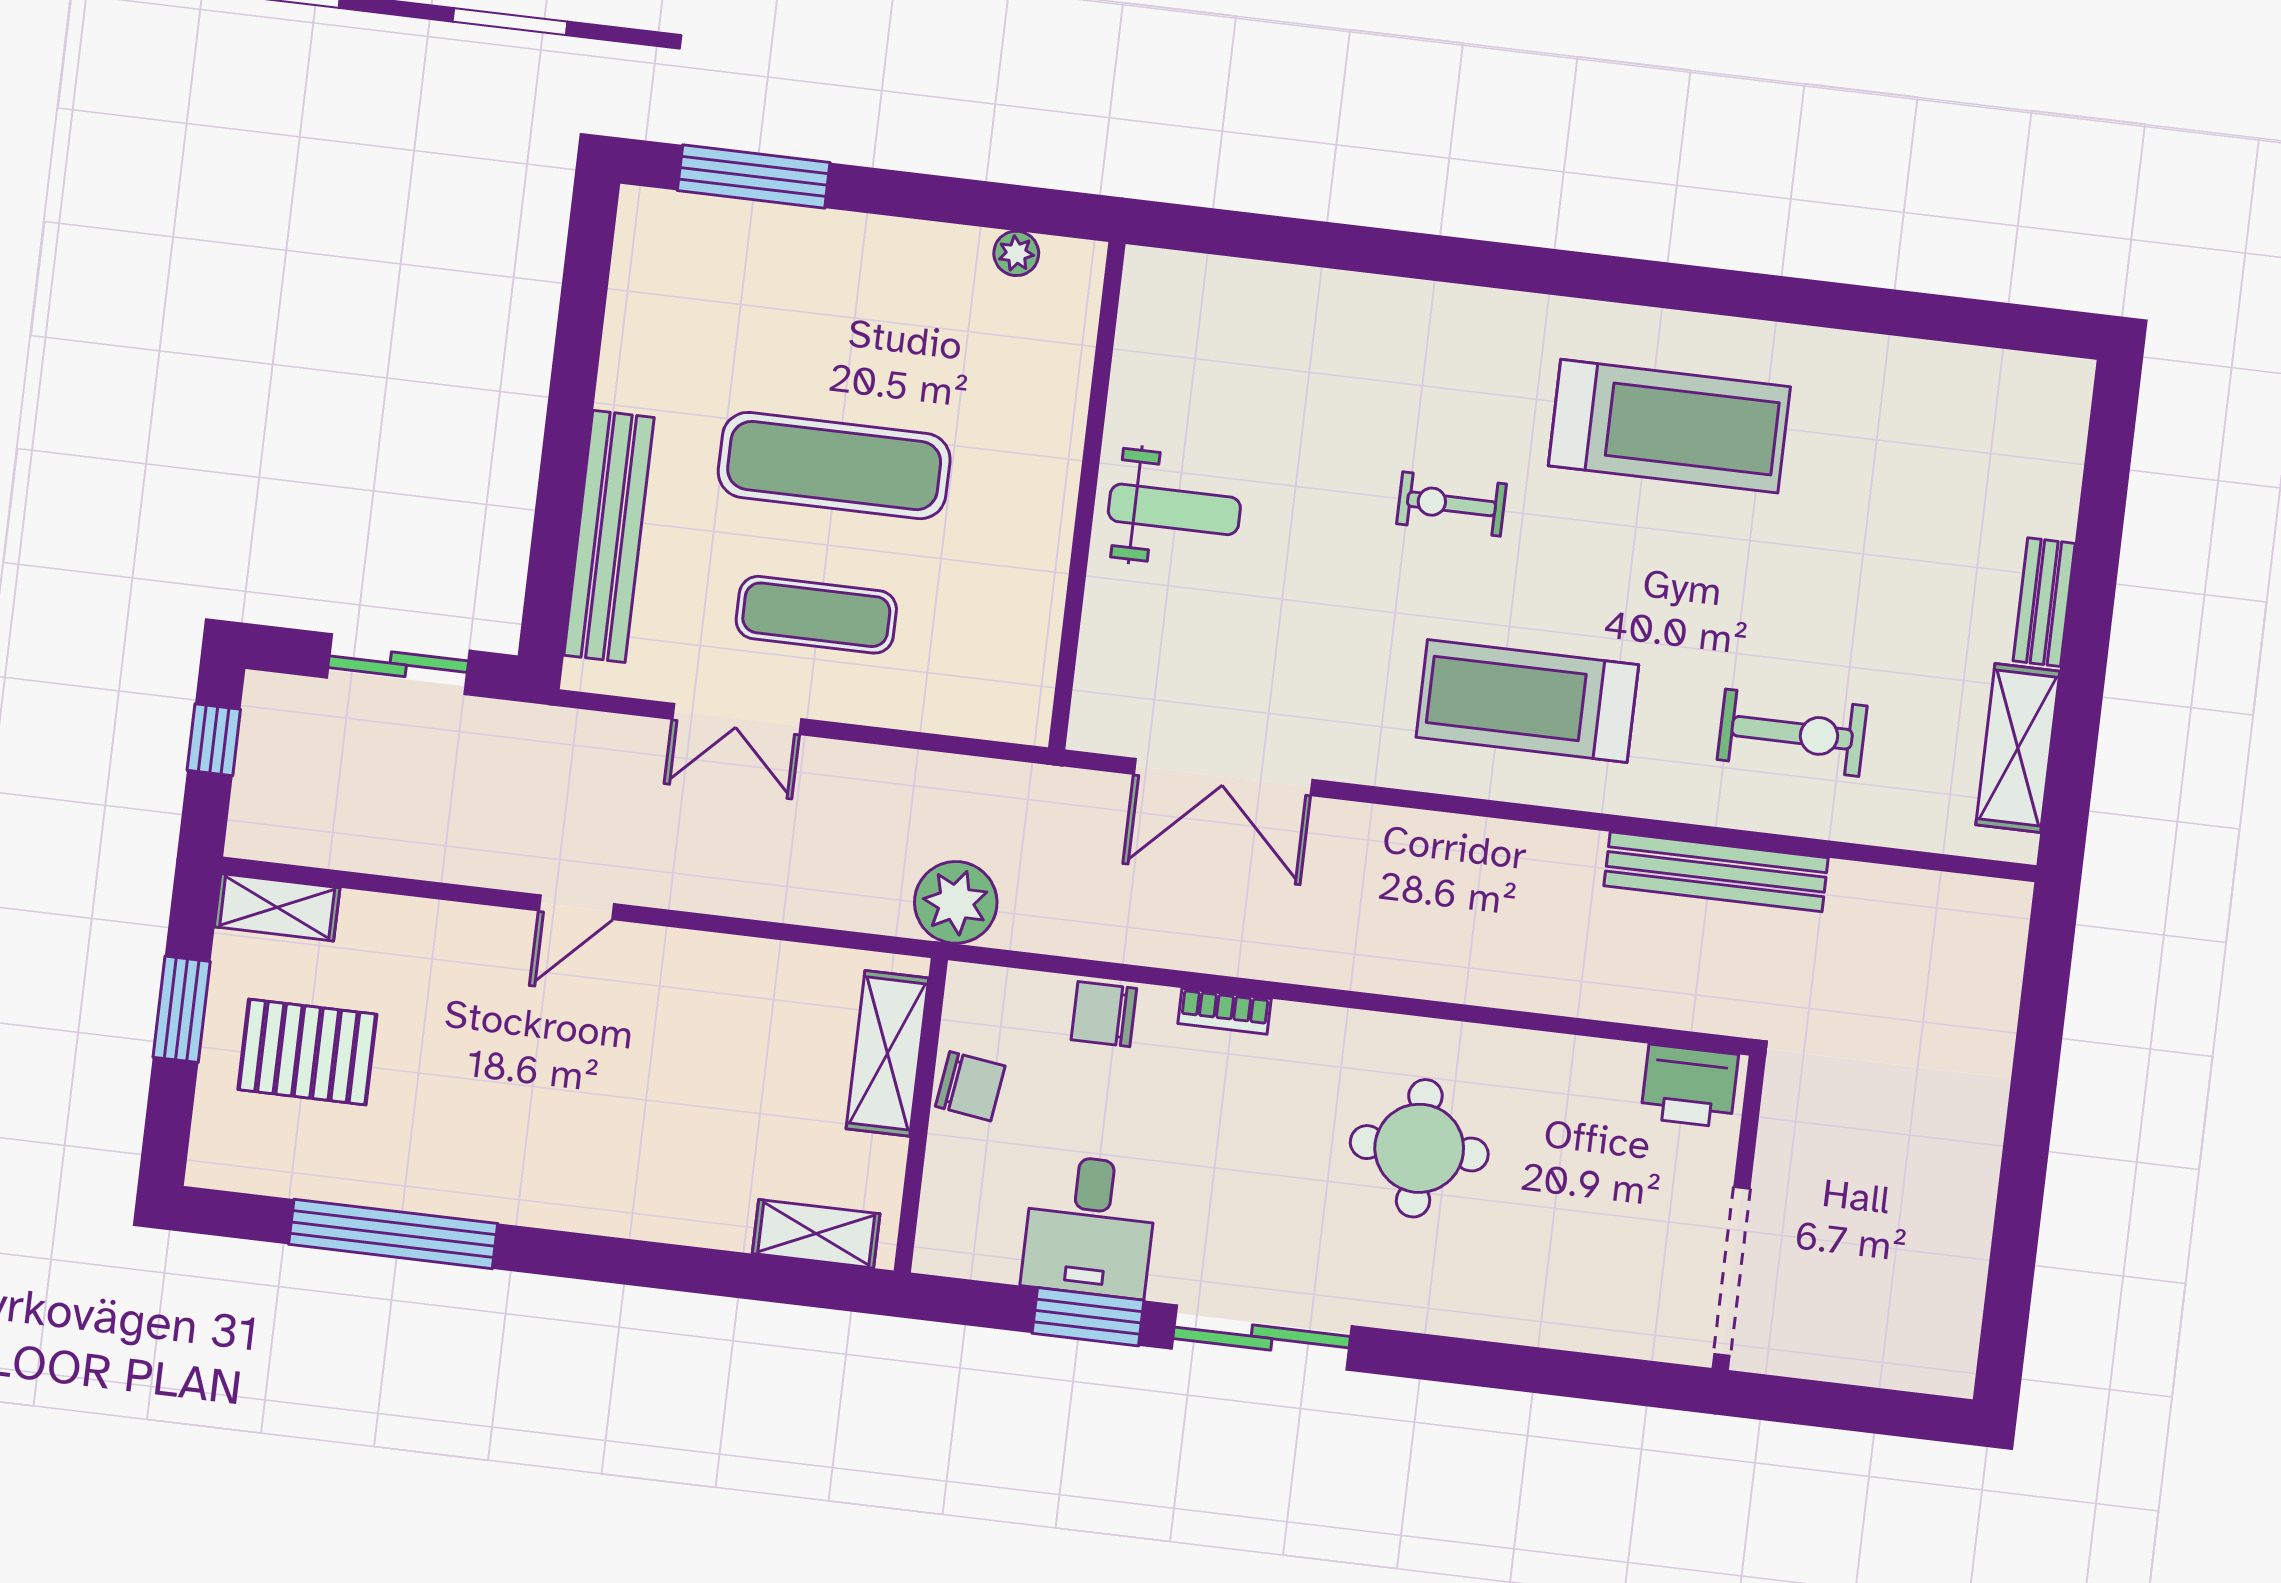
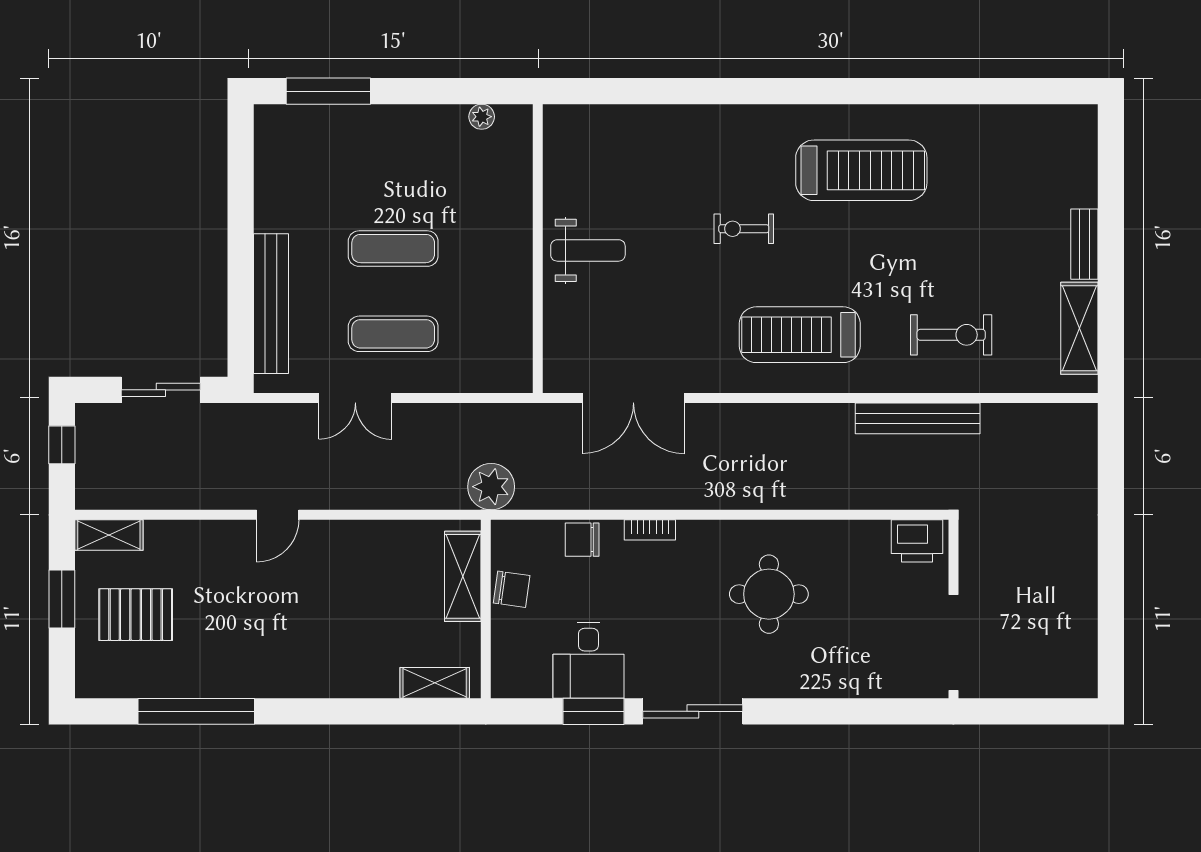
exercise mat: (834, 466) -> (393, 249), width x0.73, depth x0.69

